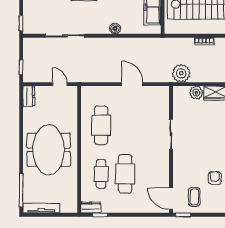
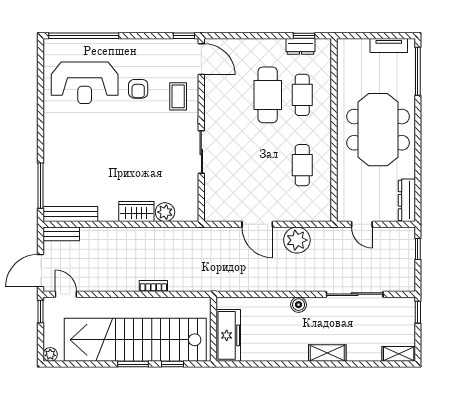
boiler: (115, 29) -> (299, 305), moved
plant: (181, 73) -> (297, 240), moved
dresser: (29, 96) -> (407, 200), width x1.44
cafe table: (101, 125) -> (302, 165), width x0.73, depth x0.74
coffee table: (194, 197) -> (178, 96), moved
dresser: (91, 207) -> (300, 46), moved
tv unit: (41, 208) -> (389, 45), width x0.71

